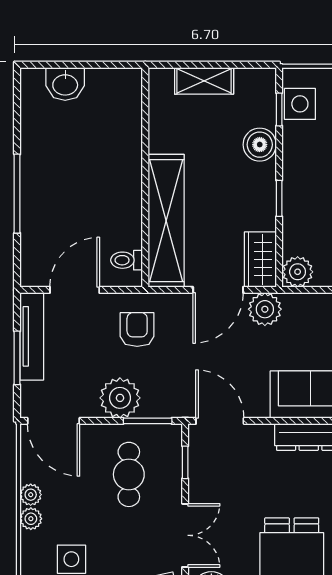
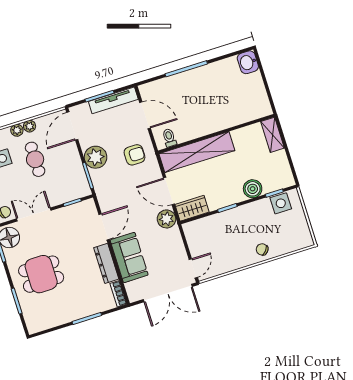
shelving: (204, 81) -> (273, 135), moved
washbasin: (65, 84) -> (248, 62), moved
plant: (298, 272) -> (192, 230), removed
door: (220, 421) -> (104, 227), moved
cafe table: (129, 474) -> (35, 159), moved, turned 90
double door: (185, 535) -> (34, 214), swing flipped

